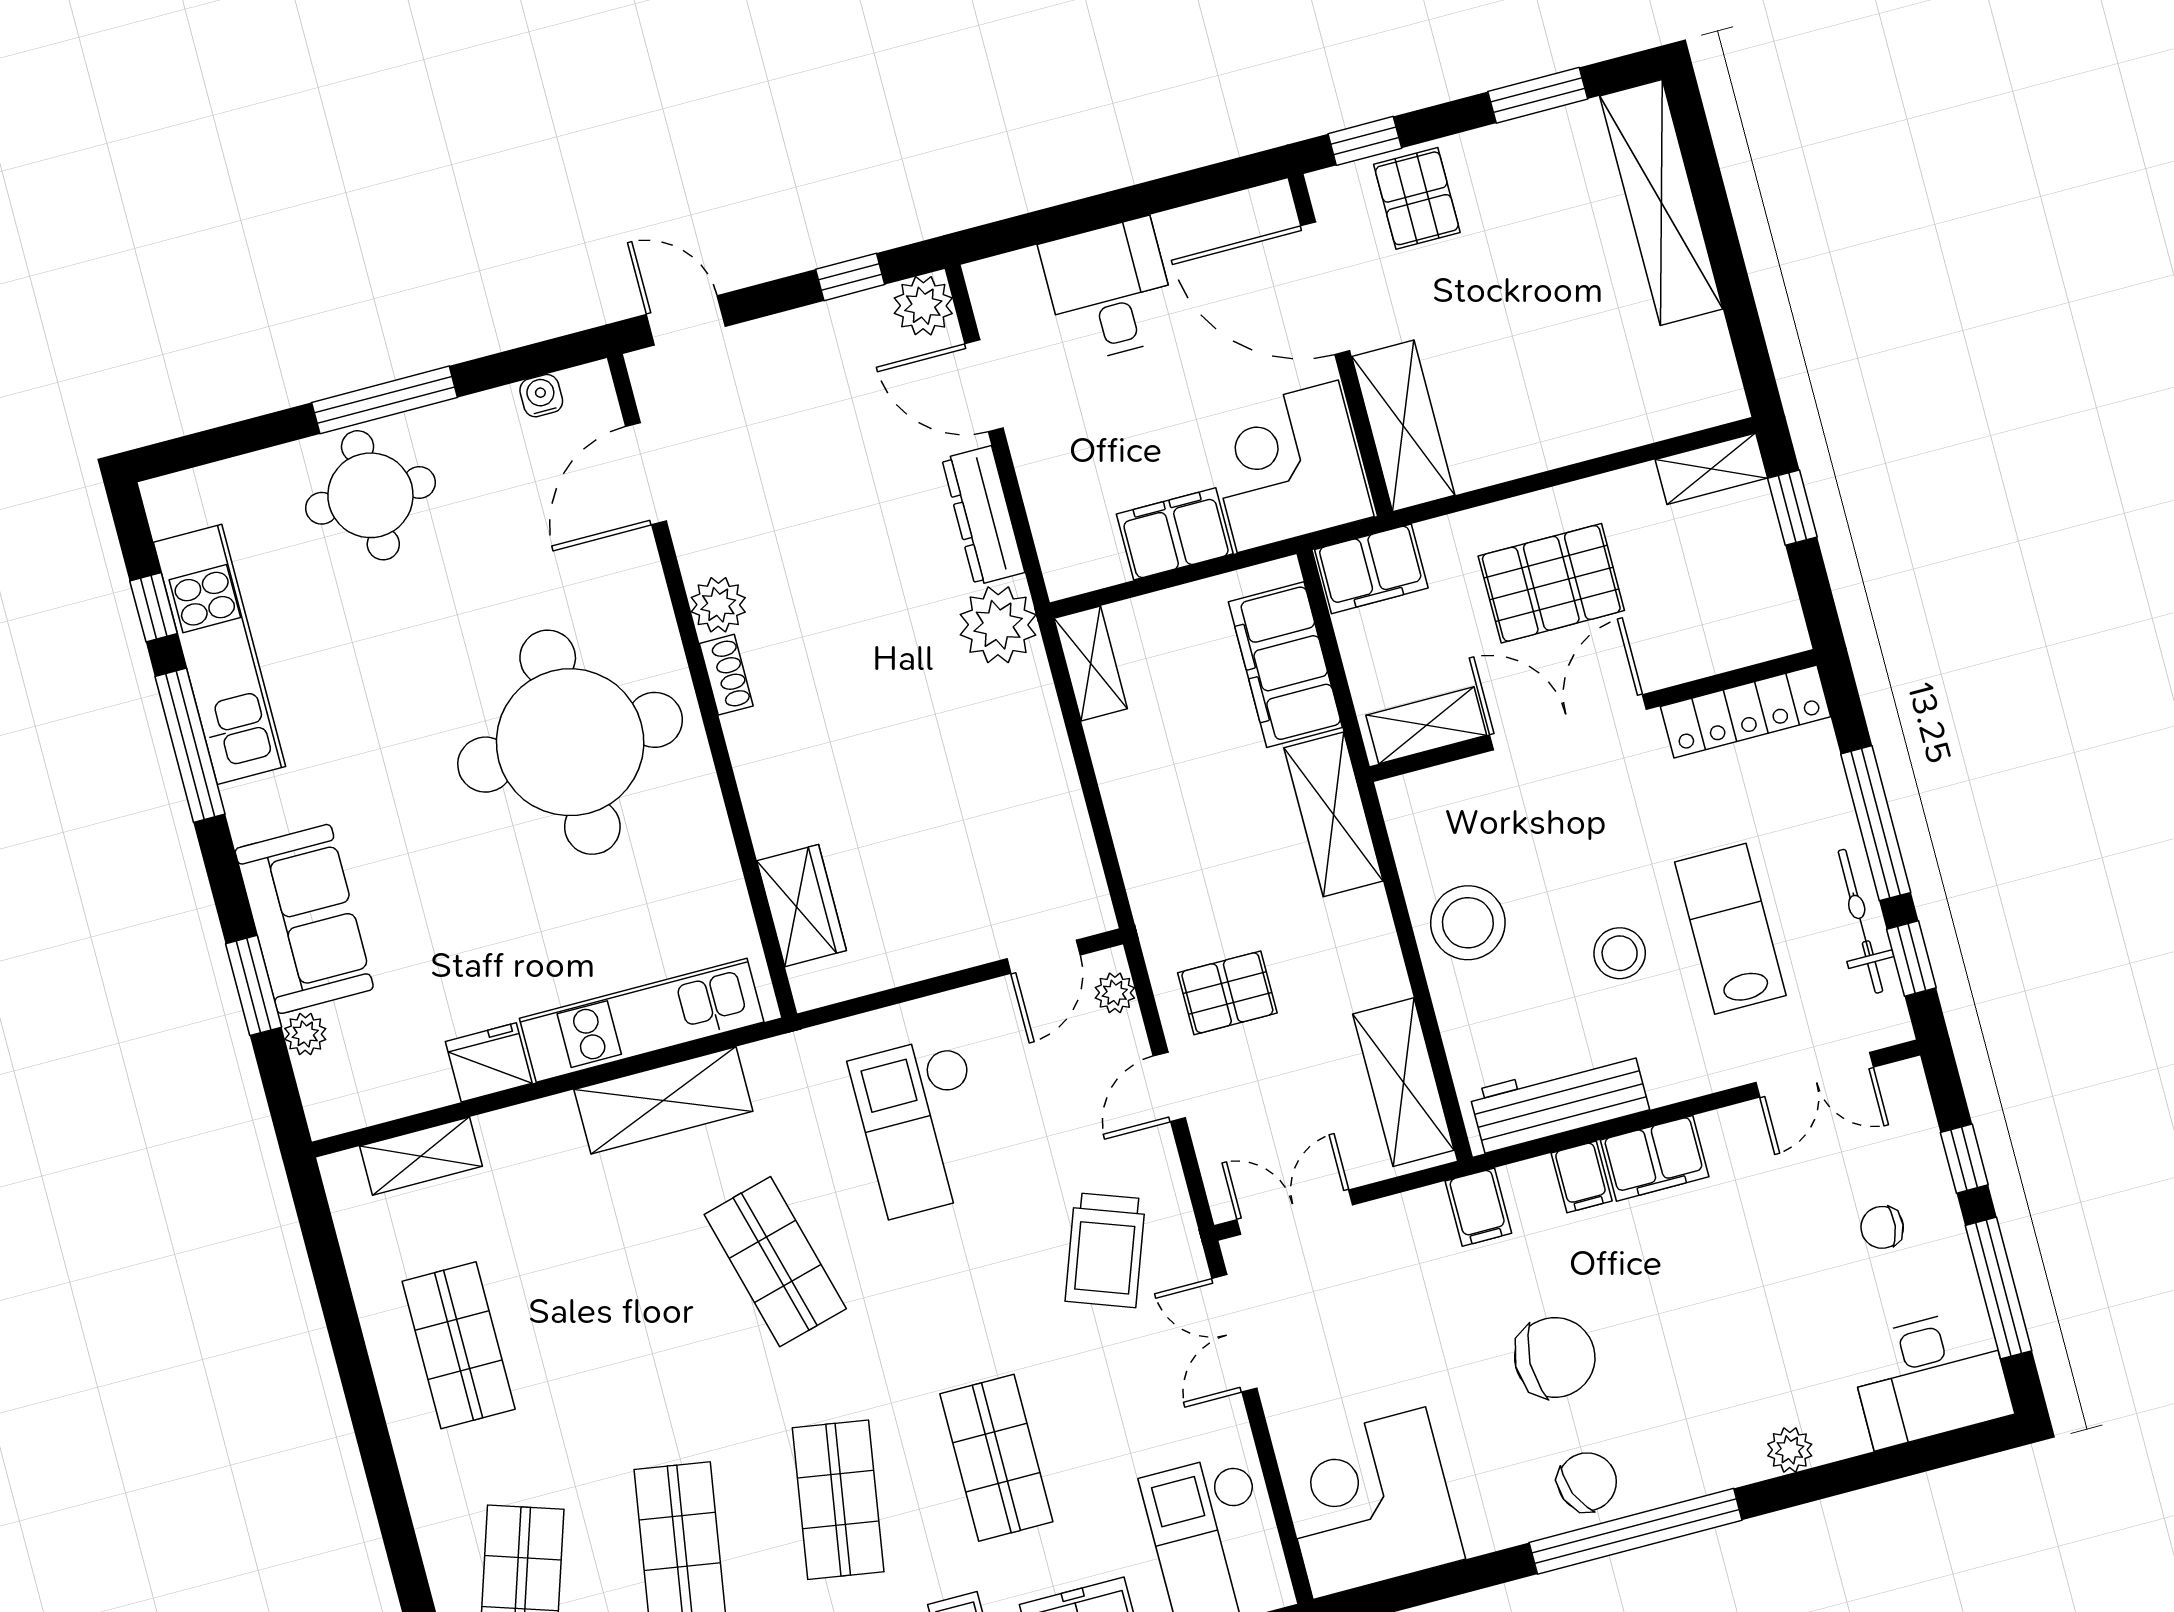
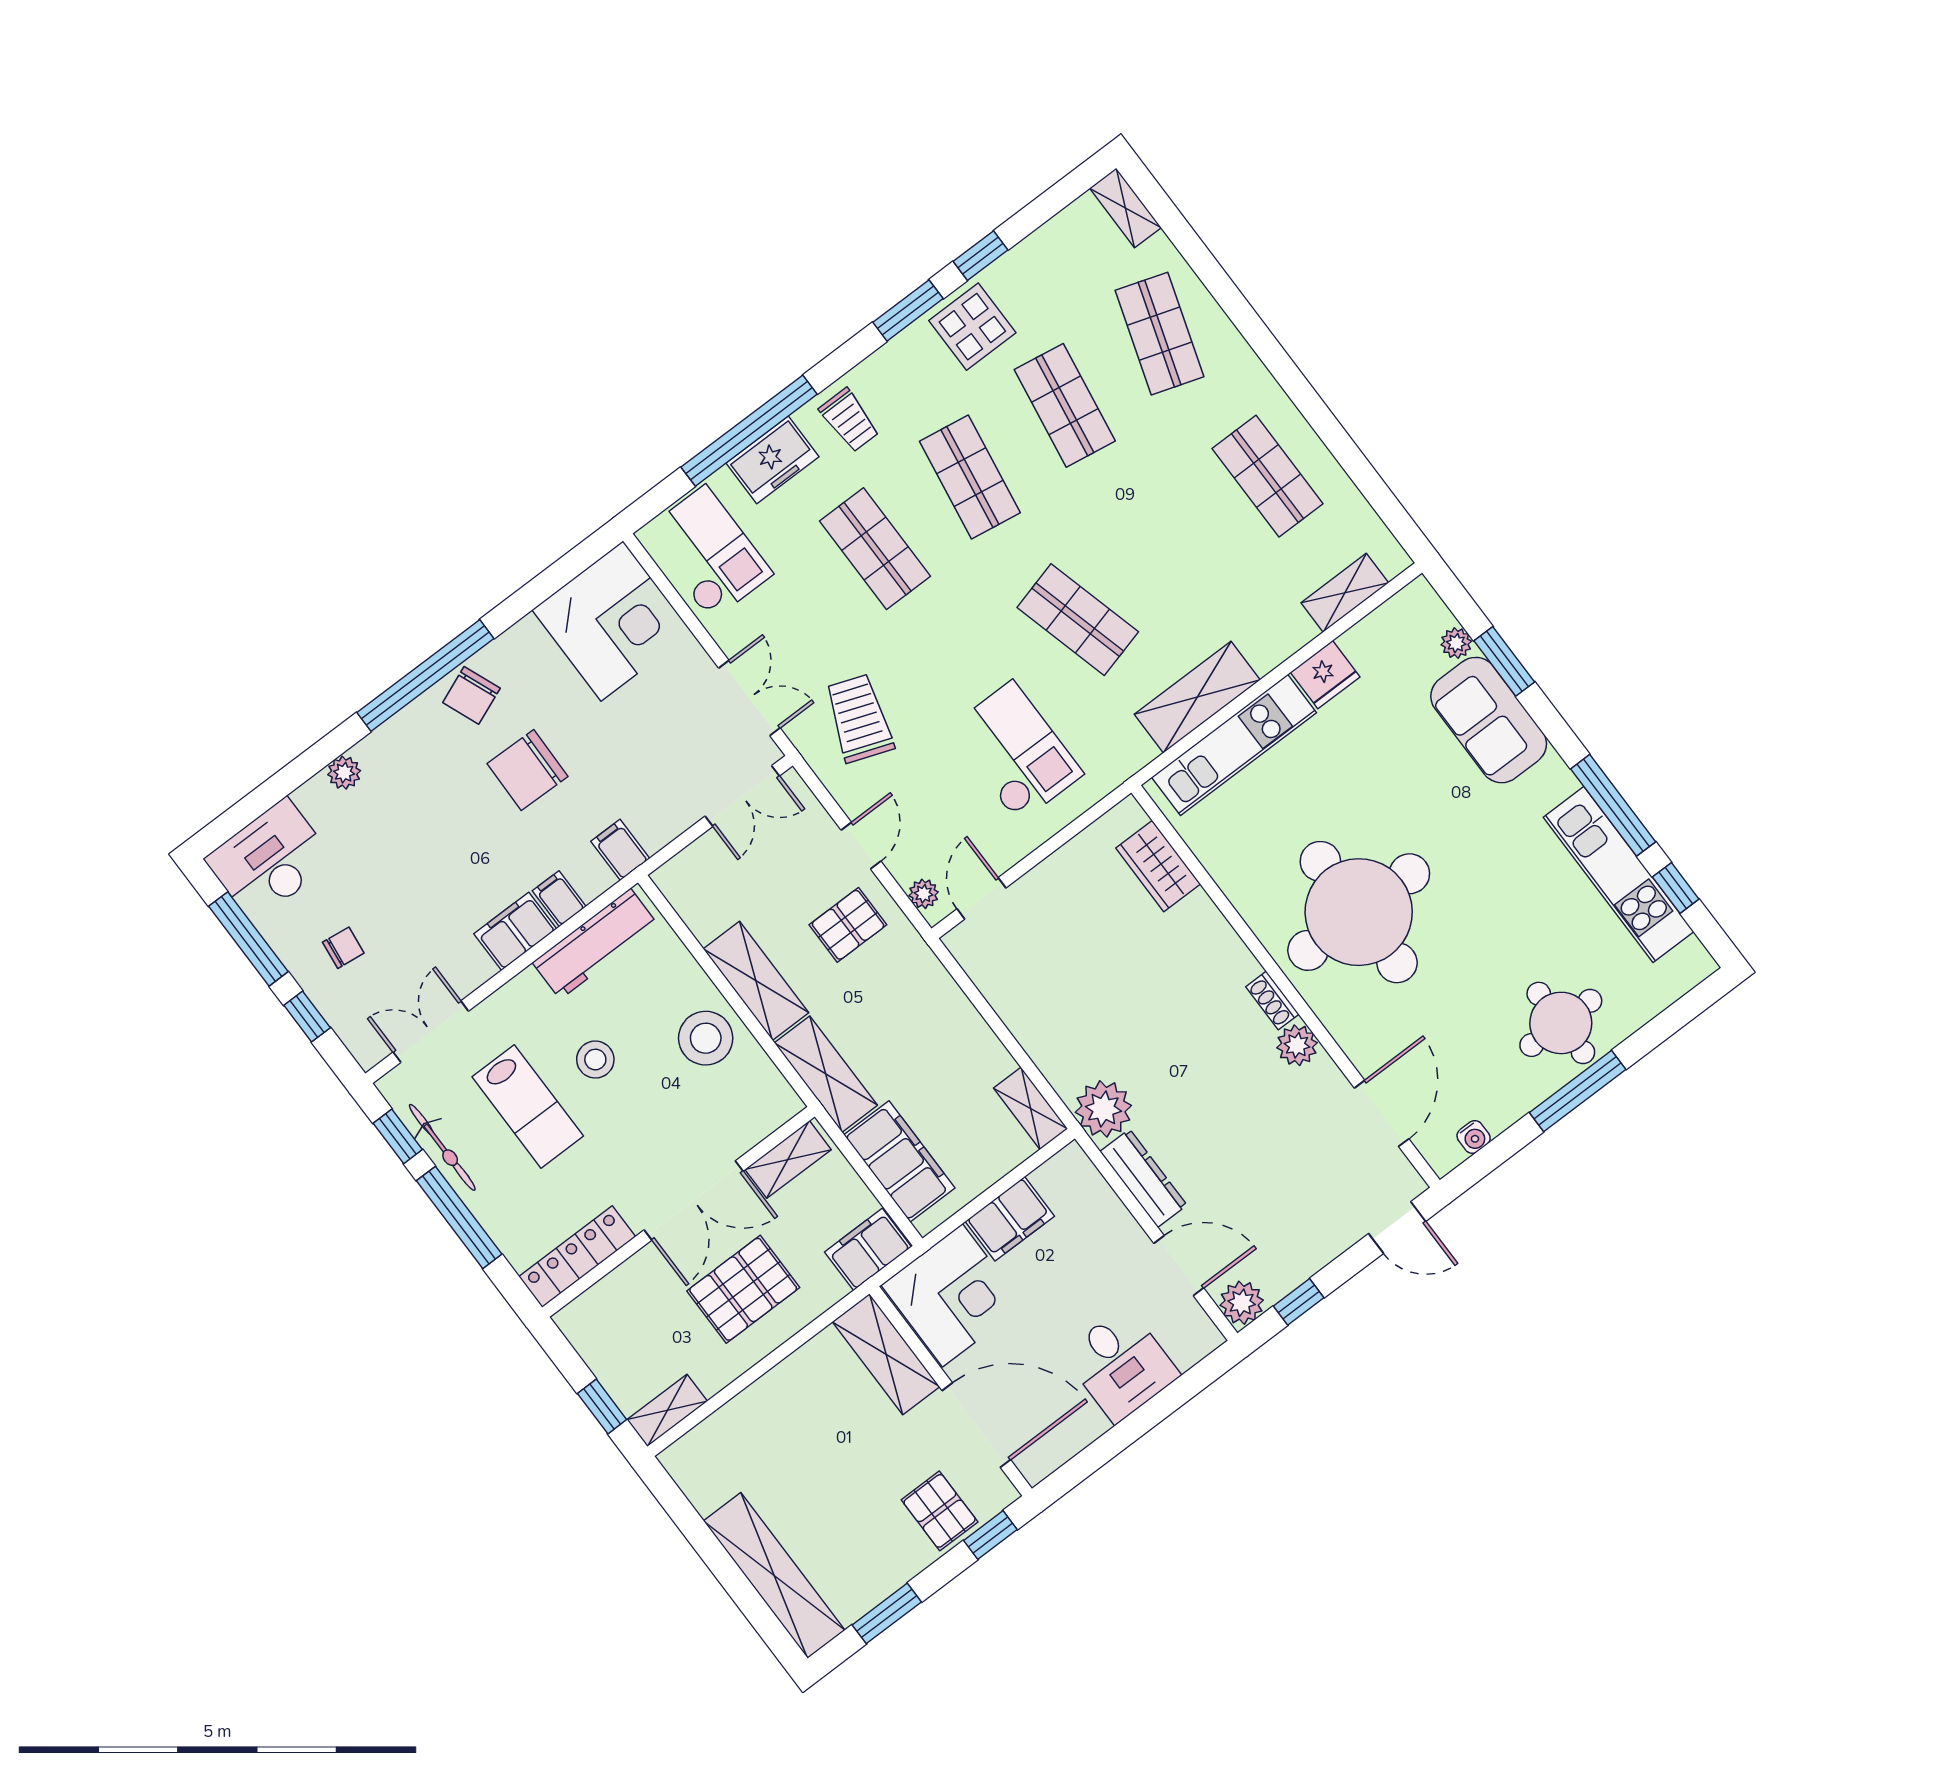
shelving: (1403, 1082) -> (756, 981), moved

